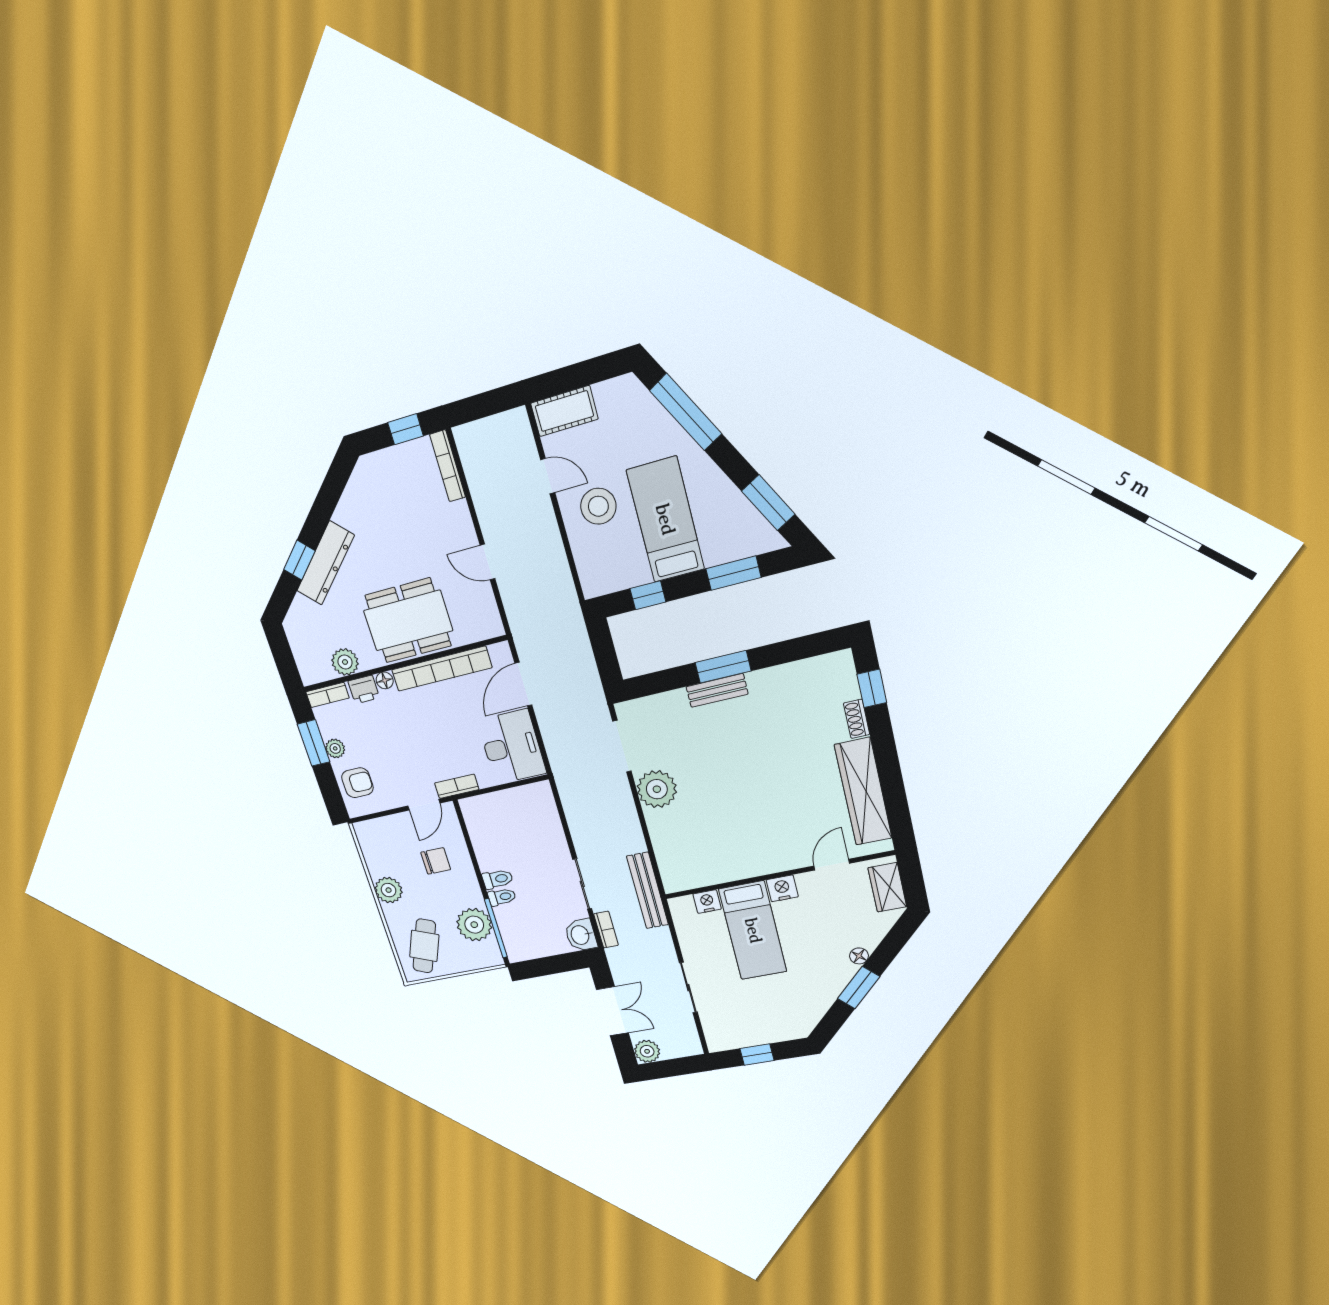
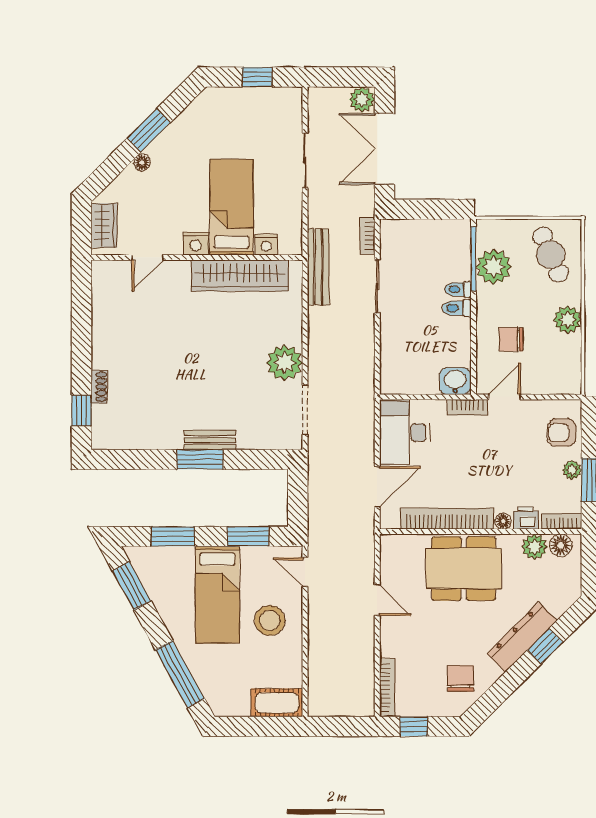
door: (548, 476) -> (305, 572), moved
chair: (373, 499) -> (461, 678), added
window: (648, 595) -> (248, 536), width x1.50
floor lamp: (320, 670) -> (561, 545), added
wardrobe: (863, 792) -> (240, 276), moved, turned 90
washbasin: (581, 935) -> (455, 381), moved, turned -90
cafe table: (424, 946) -> (551, 255), turned -46
double door: (612, 1011) -> (384, 149), width x1.37

